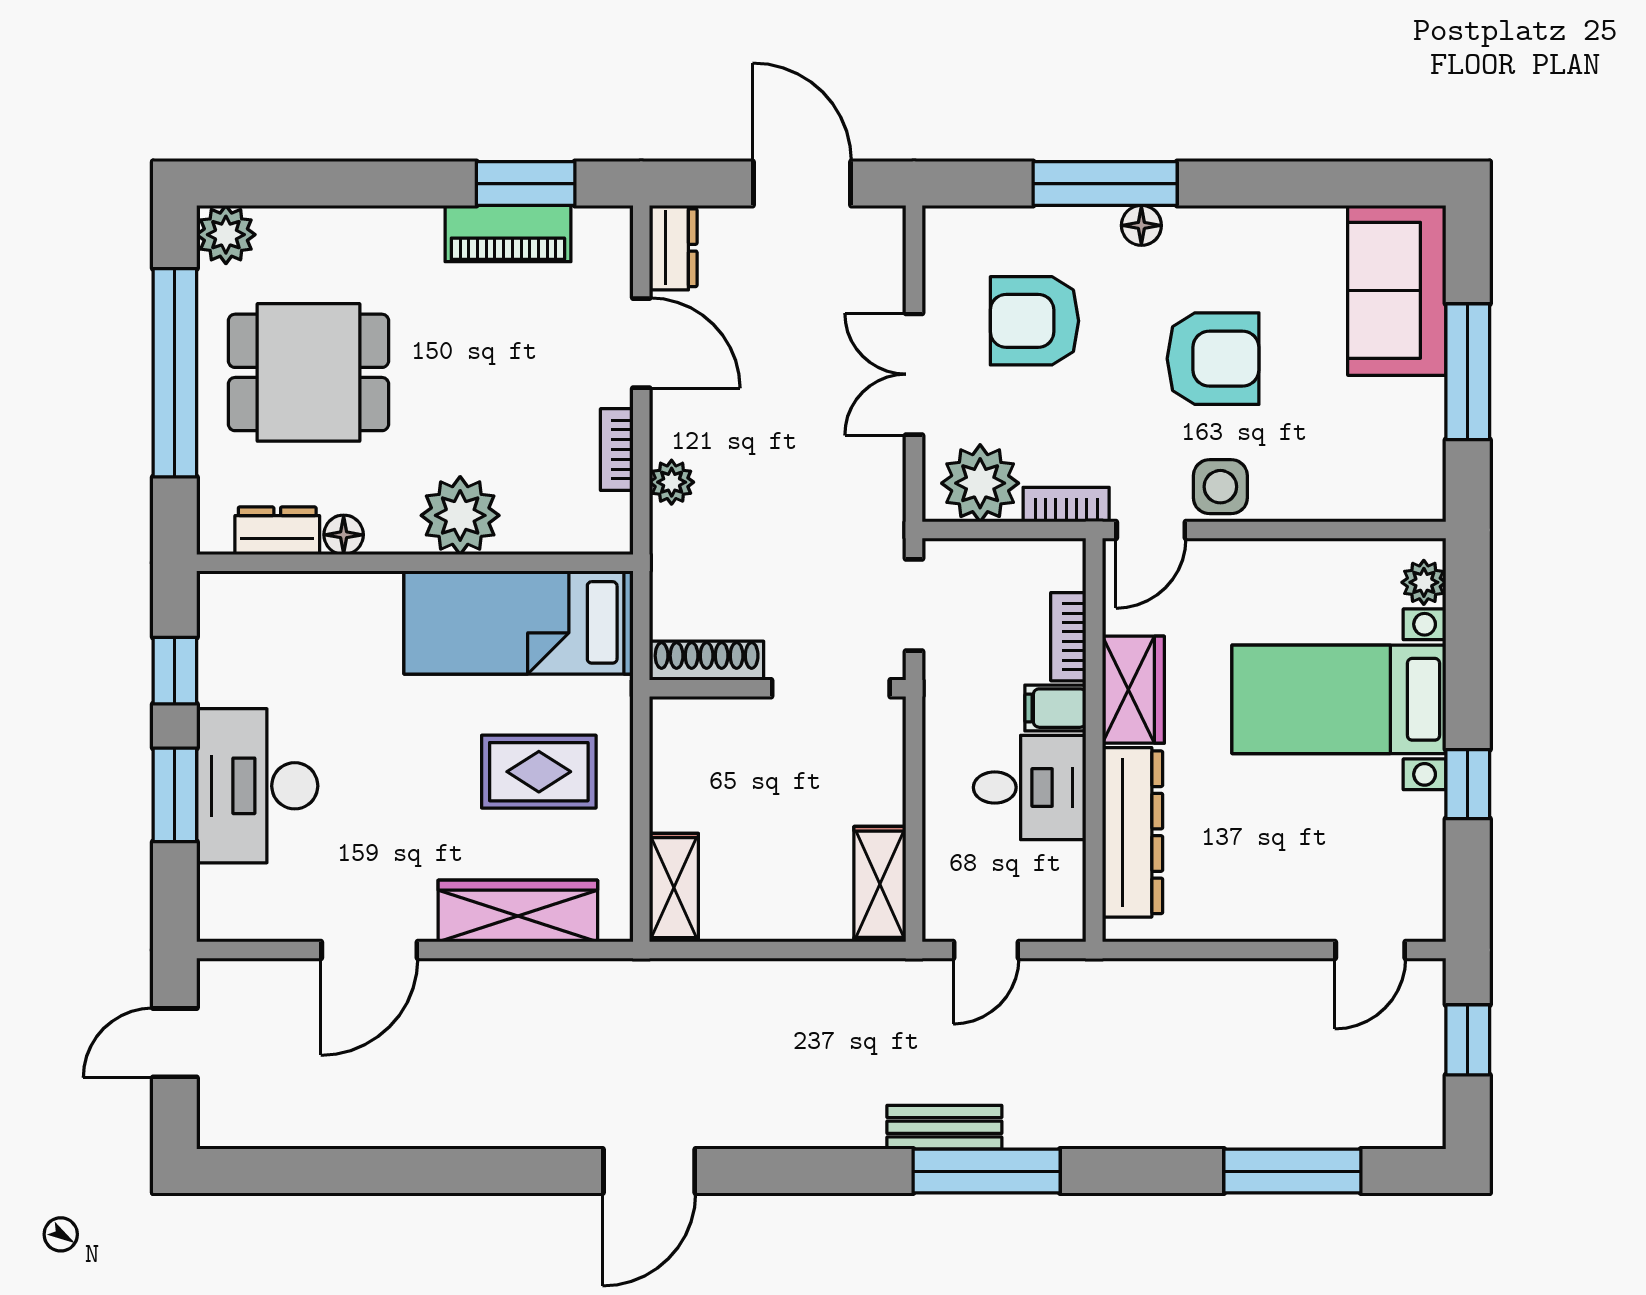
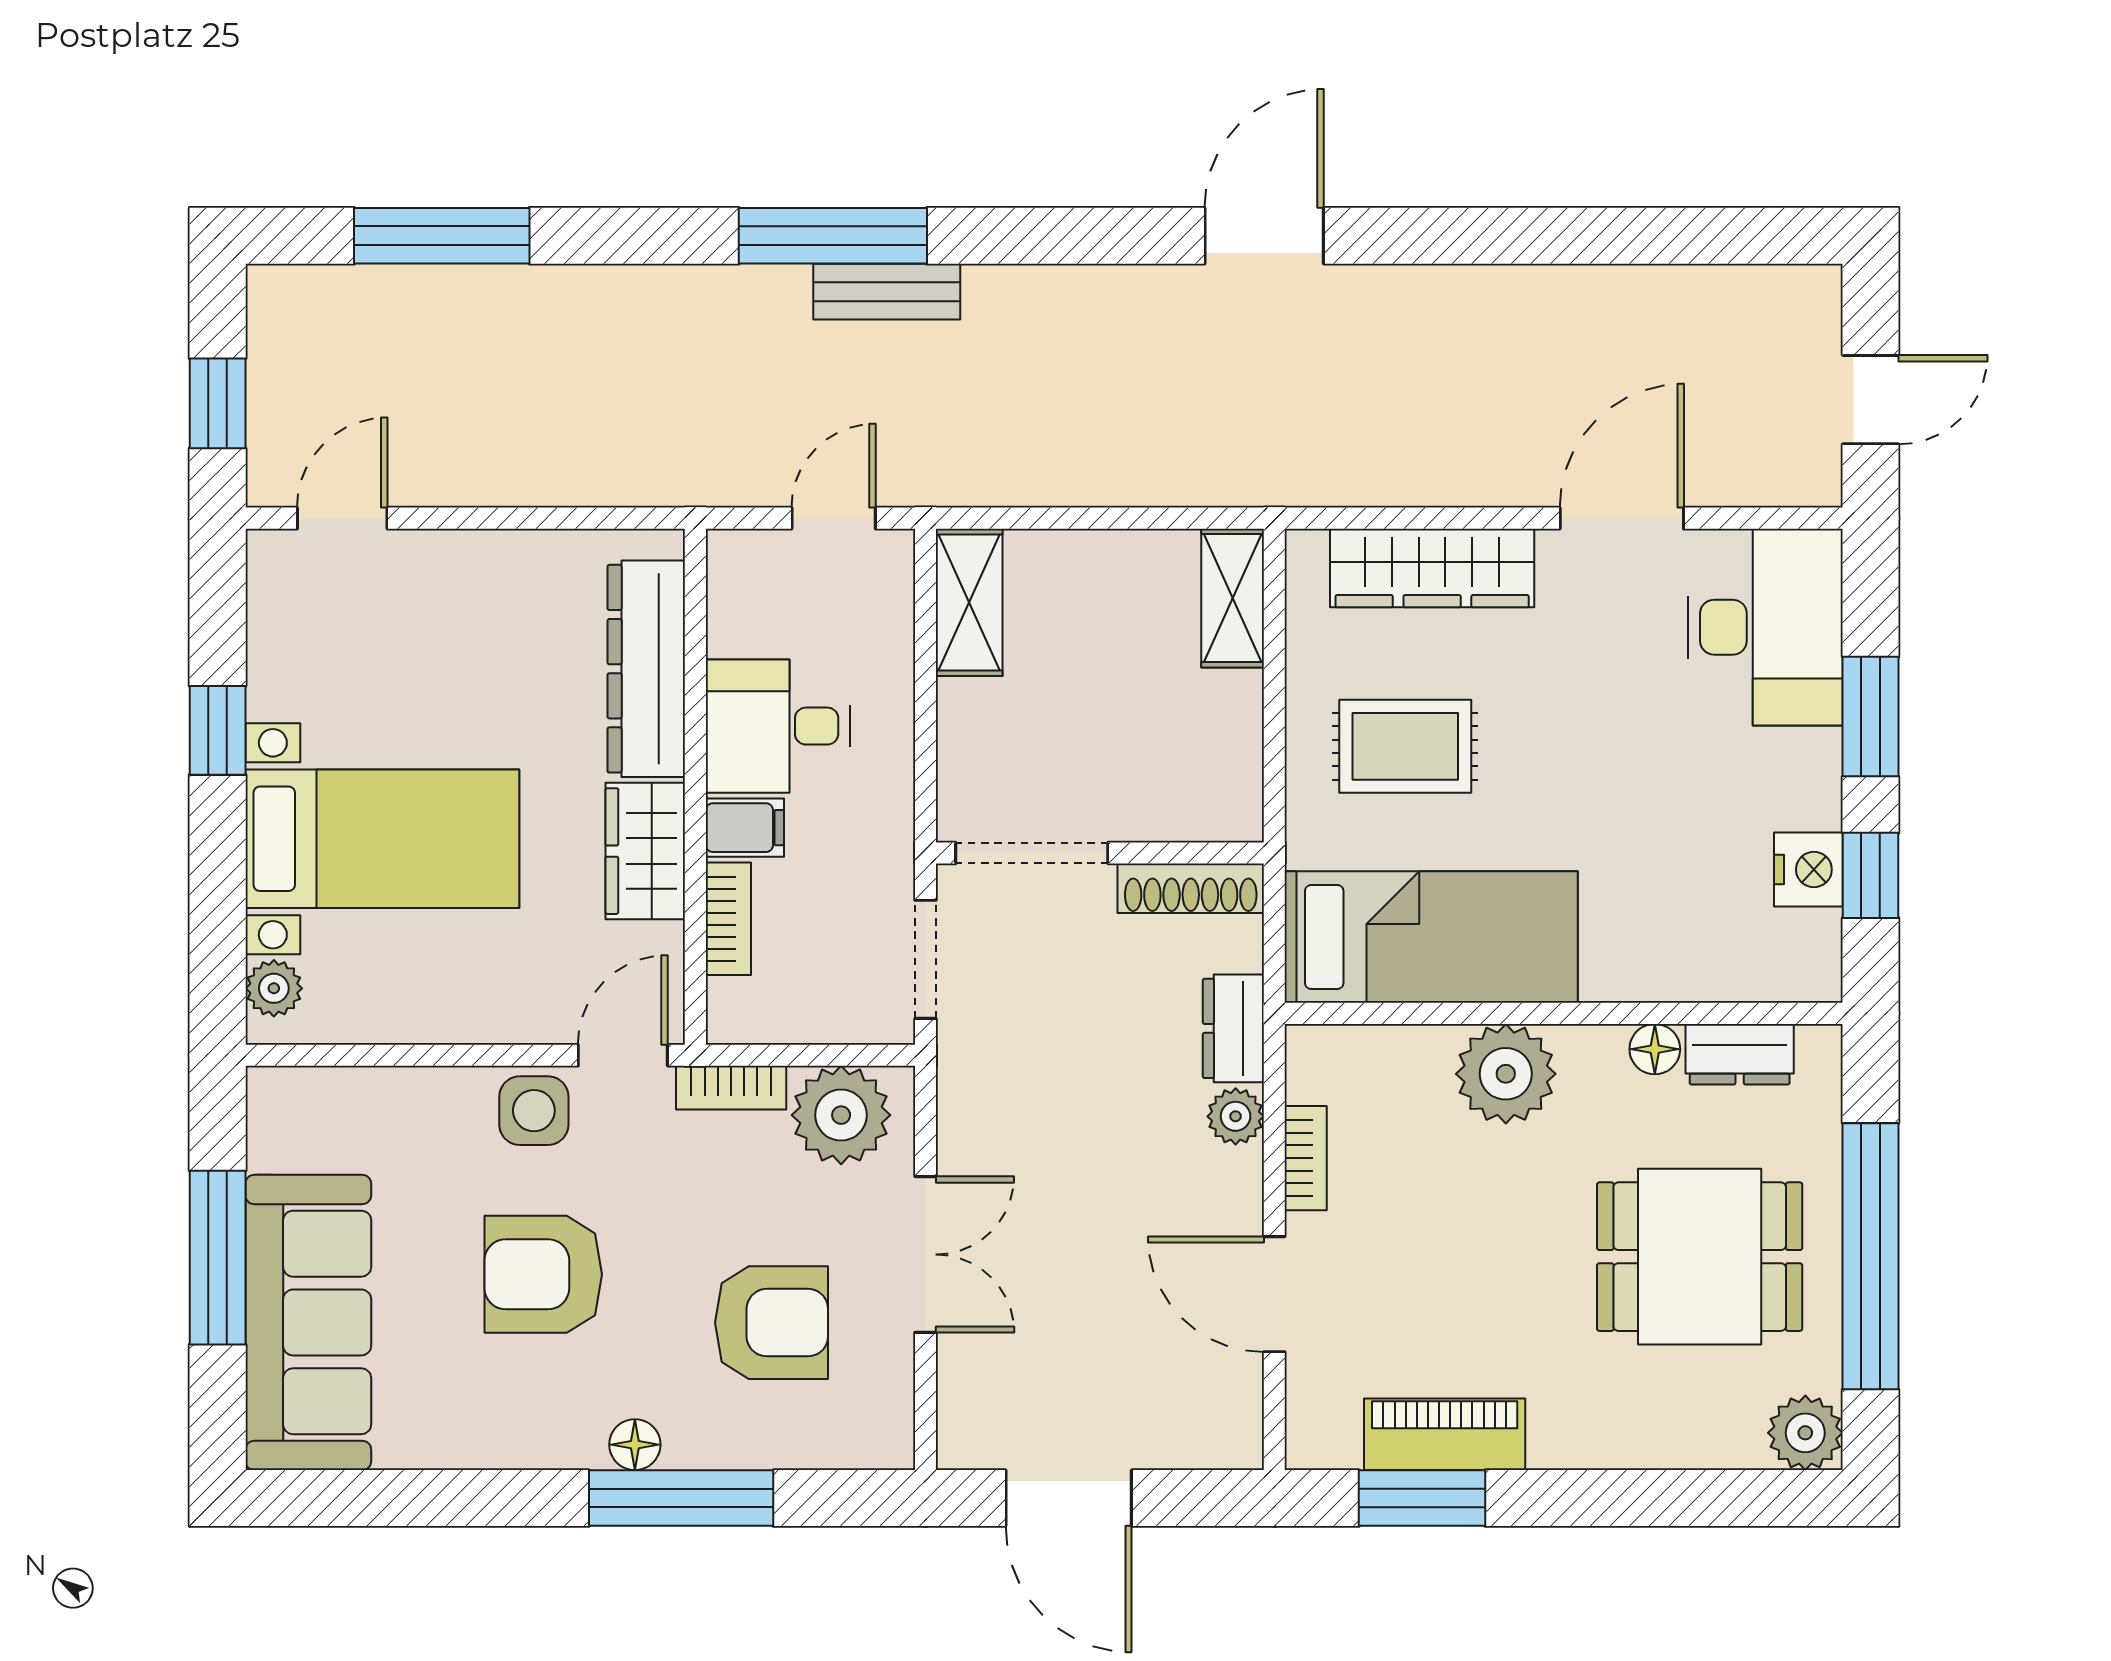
dresser: (673, 248) -> (1233, 1028), moved
sofa: (1397, 290) -> (308, 1322), width x1.36
nightstand: (223, 675) -> (1808, 870), added
desk: (257, 786) -> (1765, 627), moved

